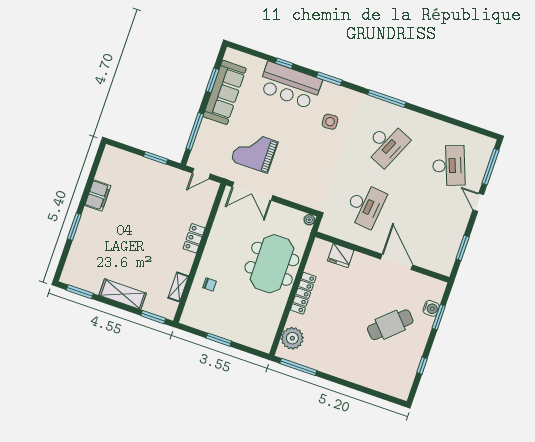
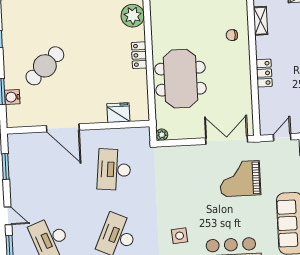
grand piano: (254, 151) -> (240, 179), turned 180
locker: (303, 293) -> (139, 55), width x0.66

